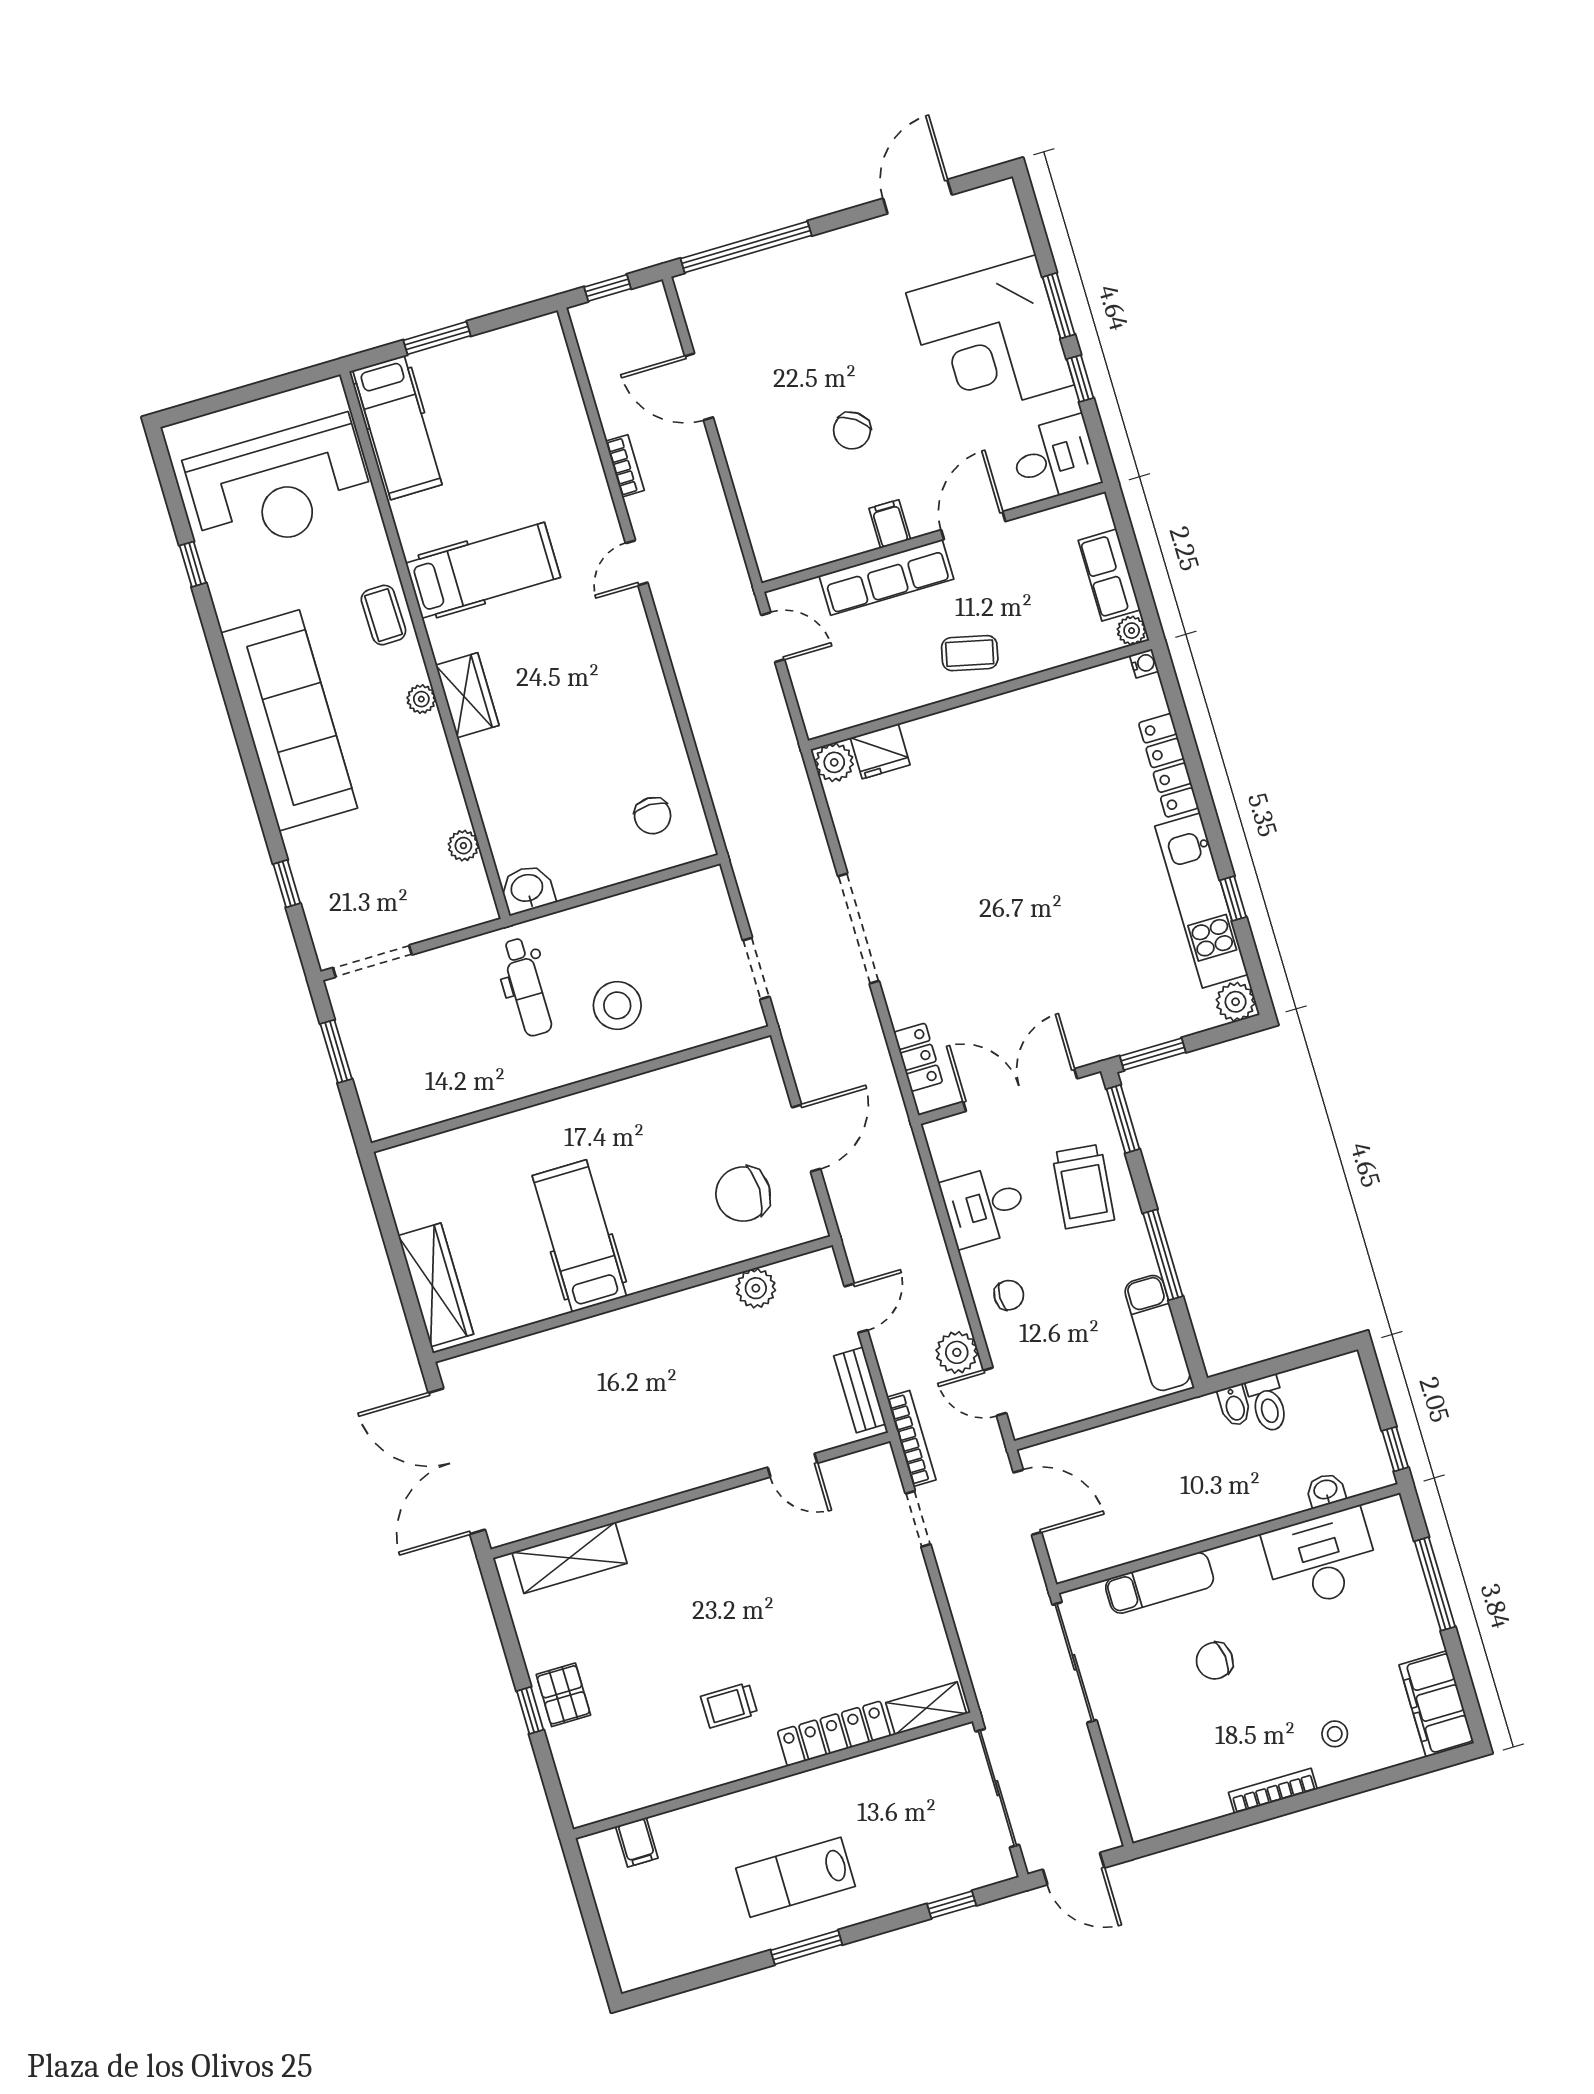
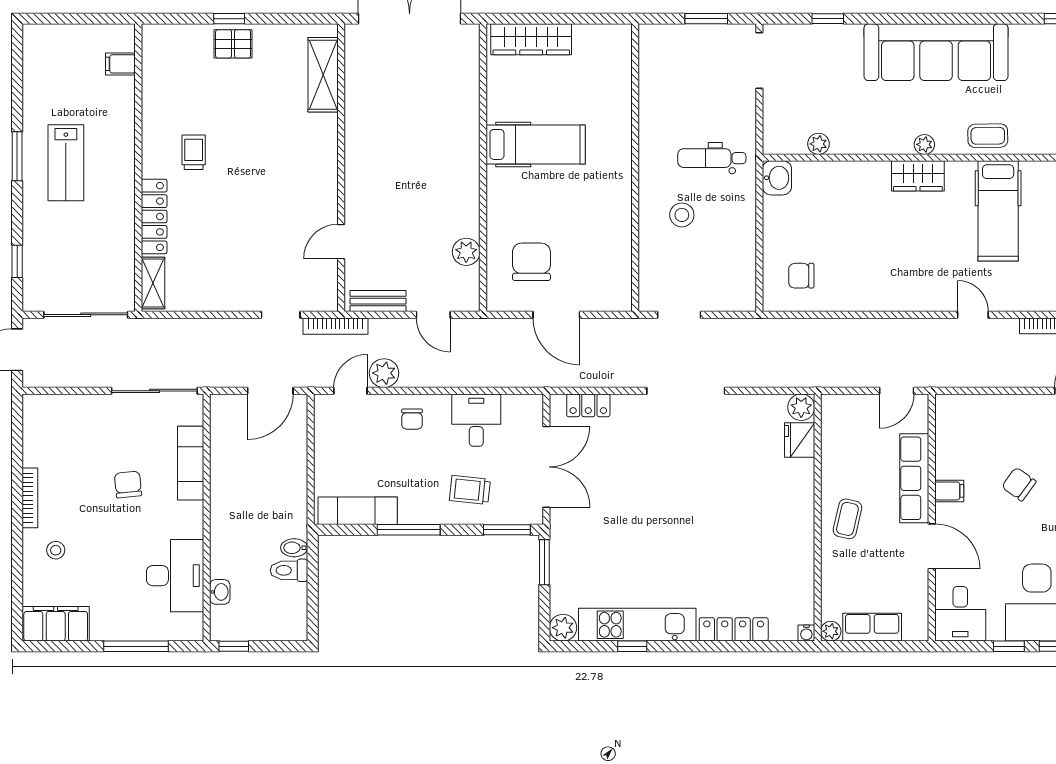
stool: (617, 1005) -> (682, 215), width x0.73, depth x0.73
trolley: (1083, 1186) -> (470, 490), width x0.73, depth x0.72
lab bench: (796, 1877) -> (66, 163), turned 180

